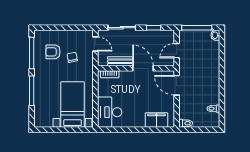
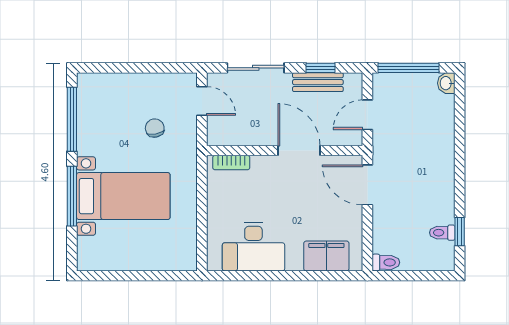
armchair: (53, 52) -> (116, 117), removed
bench: (120, 61) -> (318, 82), moved
bed with nightstands: (73, 105) -> (123, 196), moved, turned 90
window: (222, 108) -> (460, 232), added
desk: (110, 112) -> (253, 247), moved, turned -90

